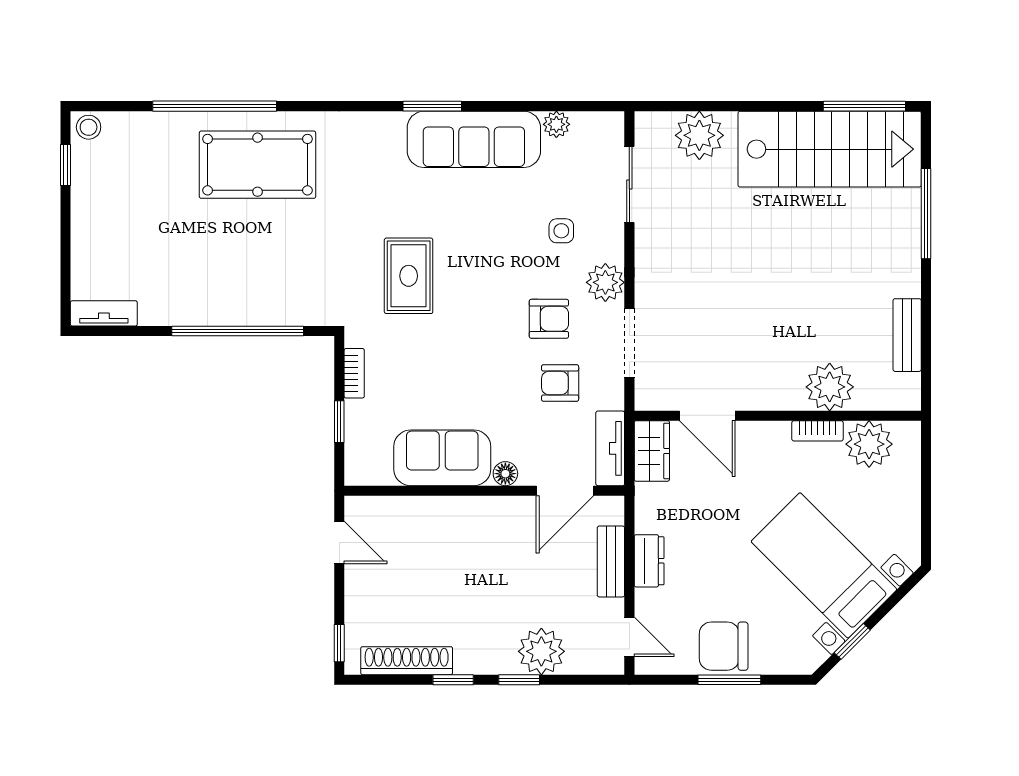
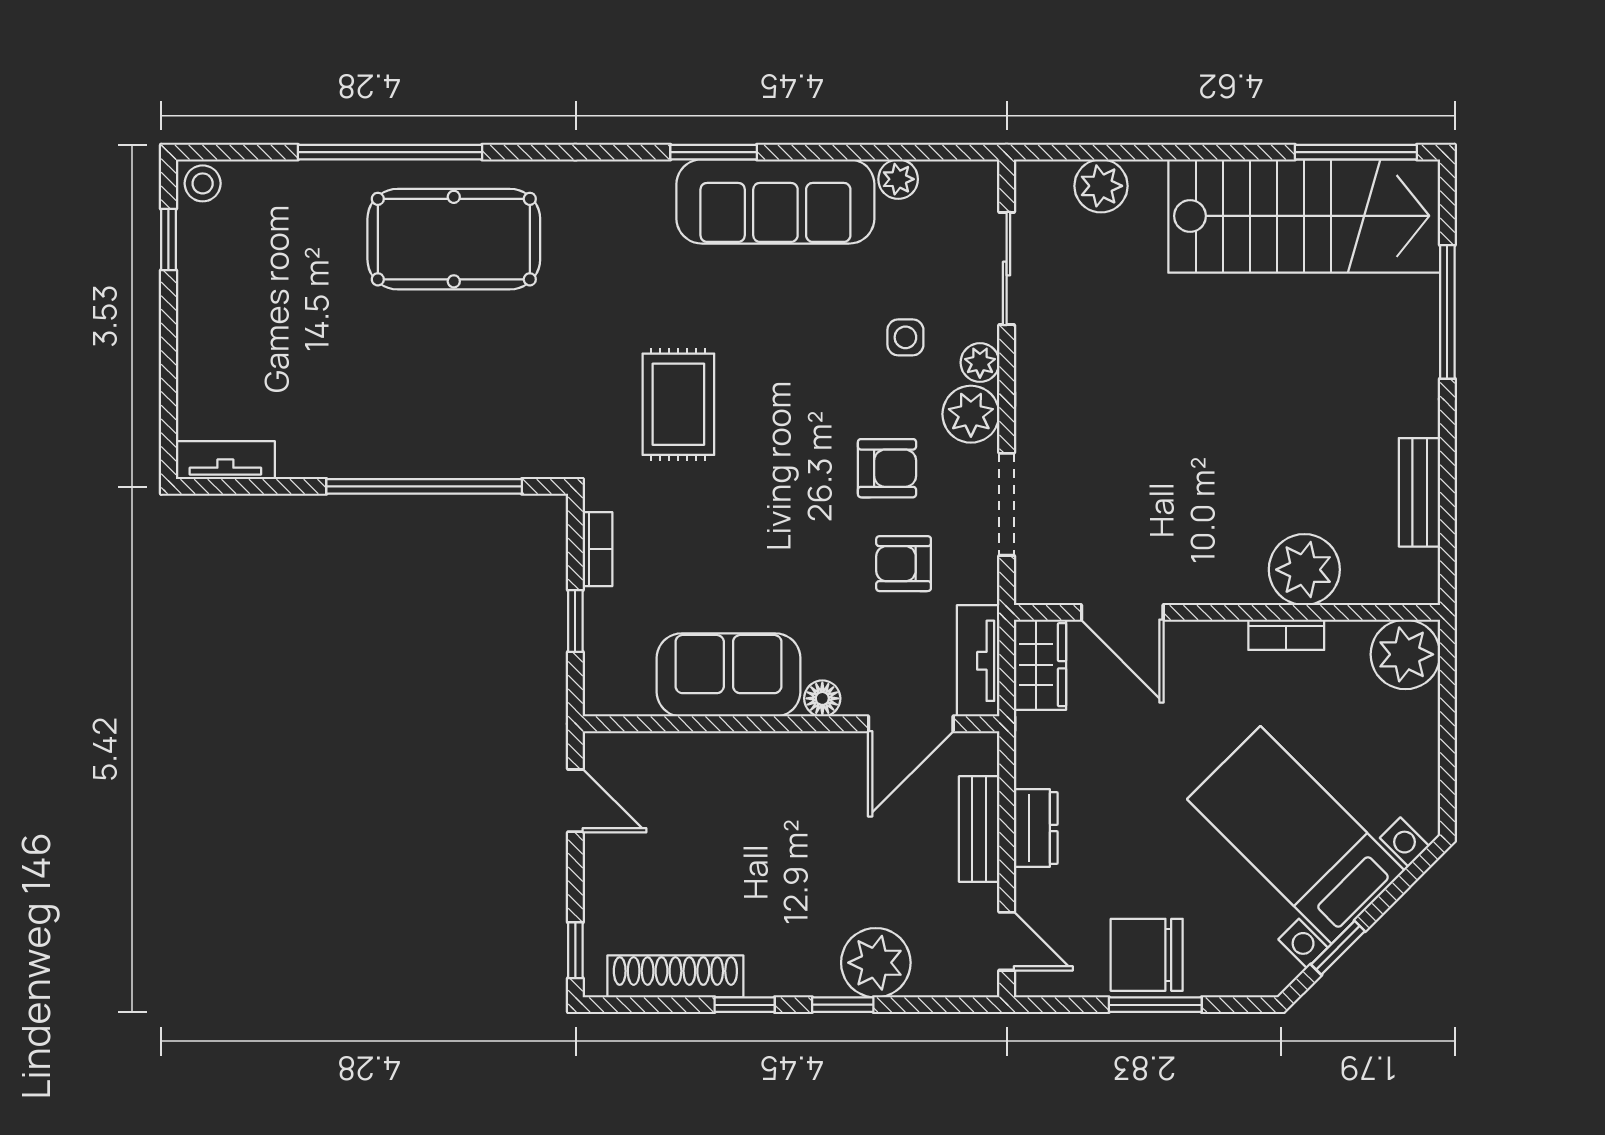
plant: (699, 135) -> (1101, 186), width x0.73, depth x0.73
plant: (611, 248) -> (980, 363), added
plant: (869, 444) -> (1405, 654), moved

